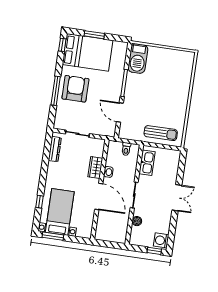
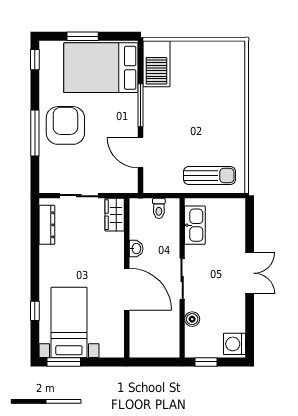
bed: (88, 52) -> (101, 68), moved, turned 180
wardrobe: (95, 167) -> (115, 215), moved
window: (154, 251) -> (206, 362), moved

